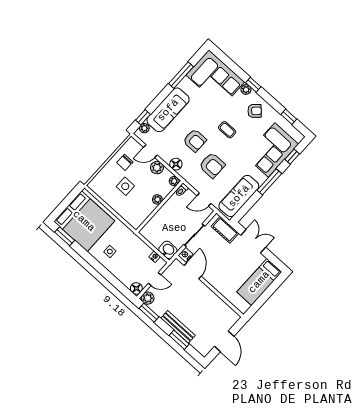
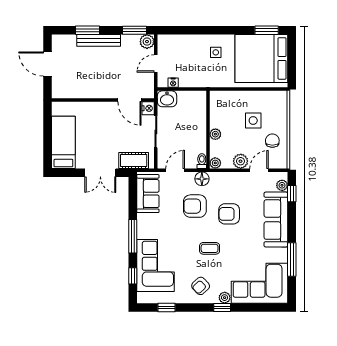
floor lamp: (176, 164) -> (202, 179), moved
sofa: (239, 196) -> (148, 194), width x0.73
floor lamp: (136, 288) -> (164, 41), removed

